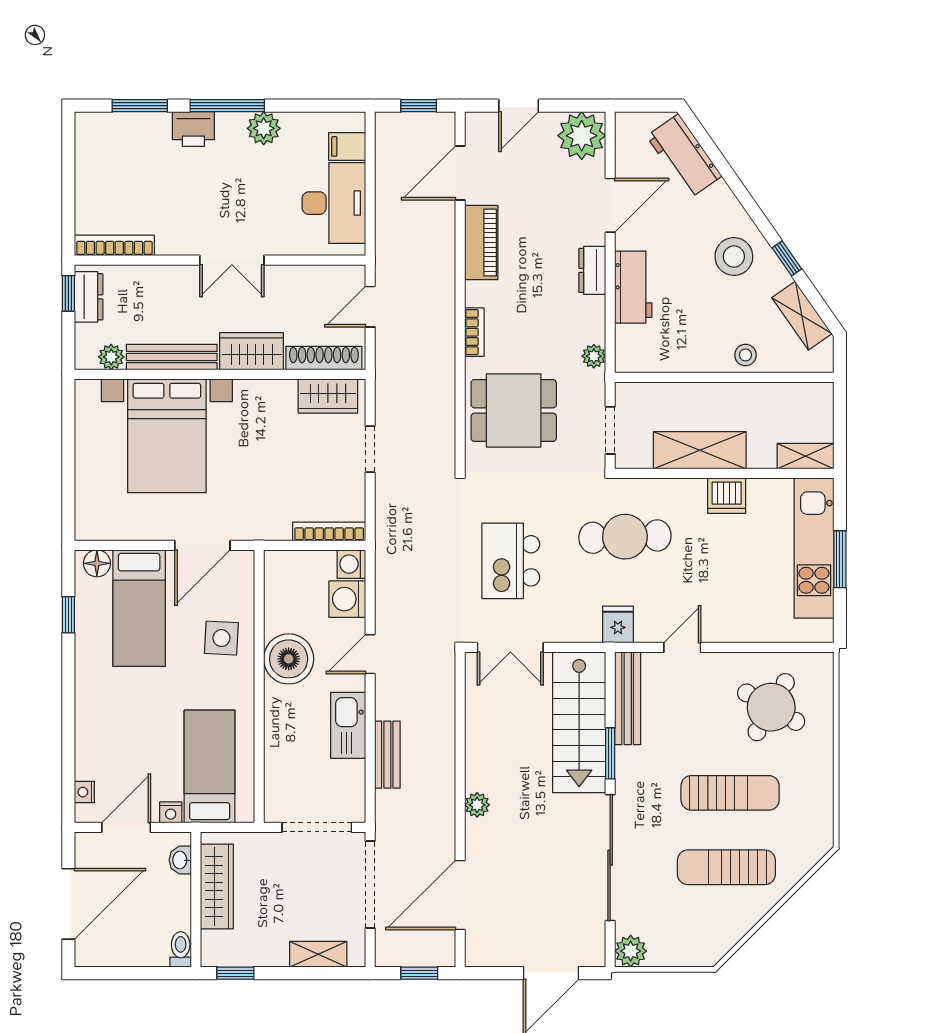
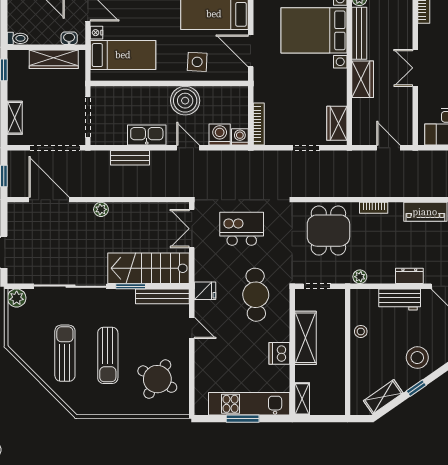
stool: (745, 355) -> (361, 331), moved
shoe rack: (324, 358) -> (359, 121), removed

